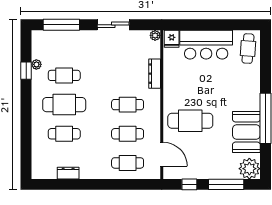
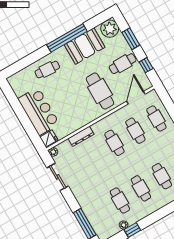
sliding door: (113, 25) -> (58, 177), moved
cafe table: (248, 49) -> (47, 70), moved
cafe table: (64, 105) -> (141, 188), width x0.73, depth x0.74
cafe table: (205, 161) -> (123, 64), added
window: (226, 184) -> (131, 39), width x0.69

